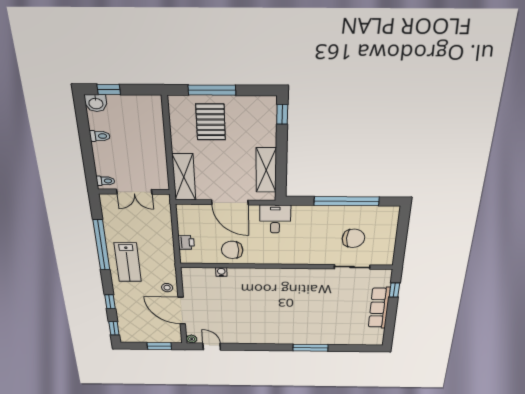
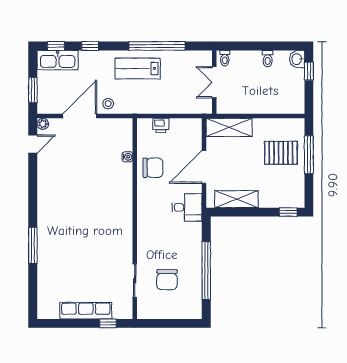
chair: (232, 250) -> (153, 168), turned 90
kitchen sink: (128, 327) -> (58, 60), added

